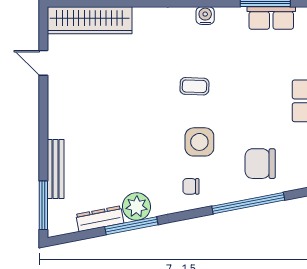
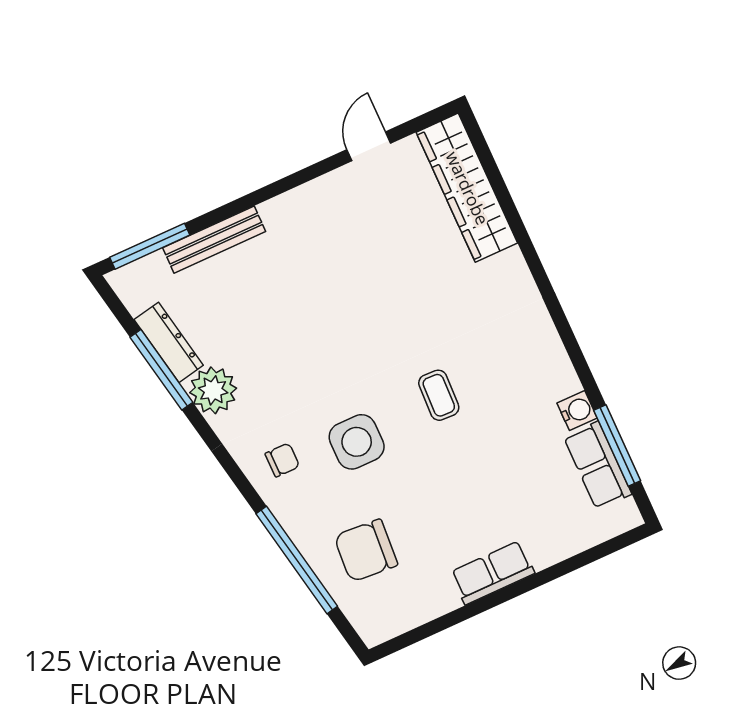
water cooler: (205, 16) -> (577, 411), moved
chair: (260, 164) -> (366, 551), turned -86
chair: (191, 186) -> (282, 460), turned 90
window: (131, 226) -> (161, 370), moved

